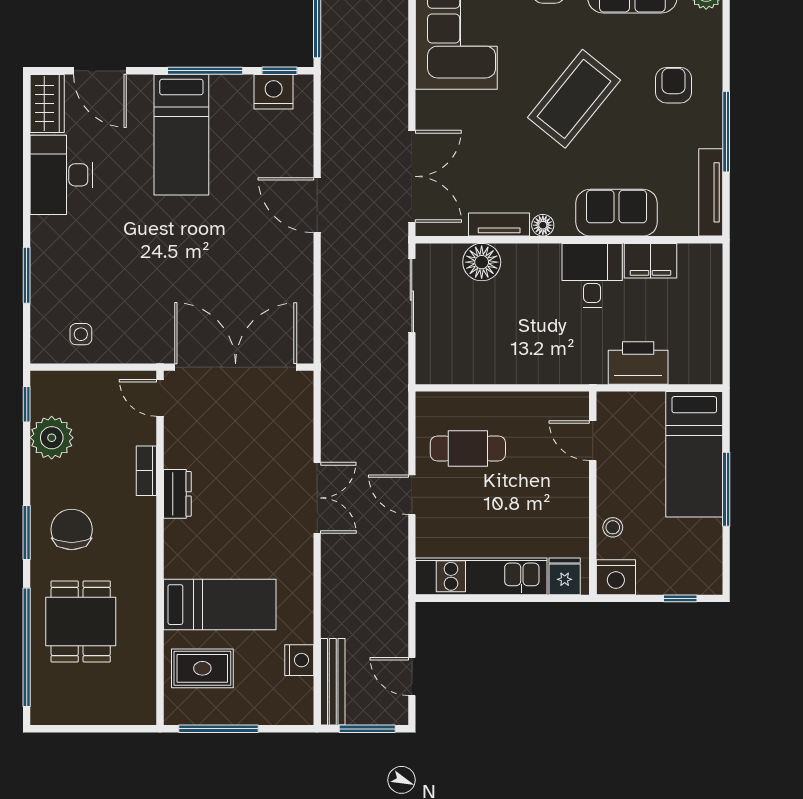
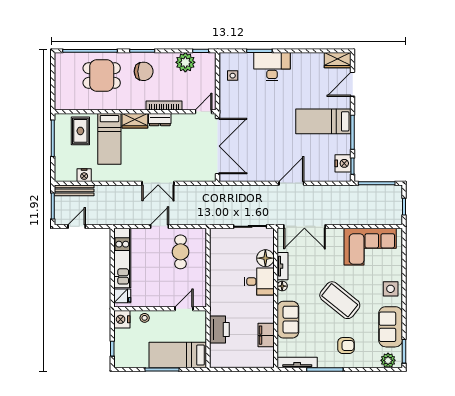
desk: (61, 175) -> (272, 67), moved
desk: (592, 276) -> (259, 281), moved
bookcase: (146, 471) -> (164, 105), width x1.56
wardrobe: (180, 549) -> (135, 121), added

